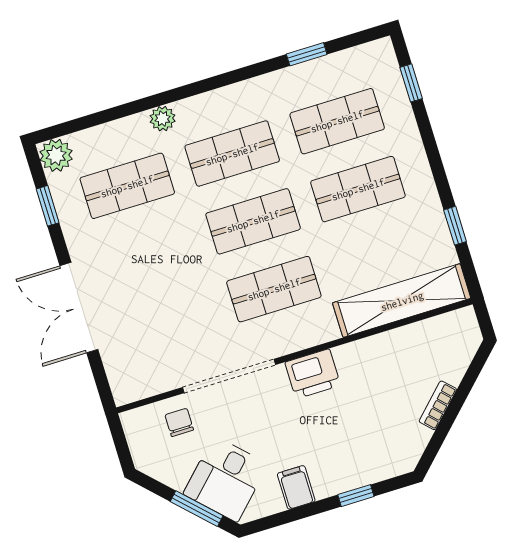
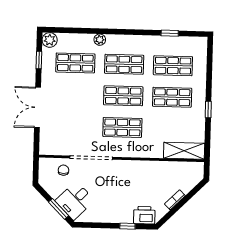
window: (411, 83) -> (210, 60), removed
window: (455, 226) -> (208, 110), moved
shelving: (402, 301) -> (184, 151), width x0.68
printer: (313, 374) -> (144, 215), moved, turned 180
filing cabinet: (296, 487) -> (103, 214), removed

